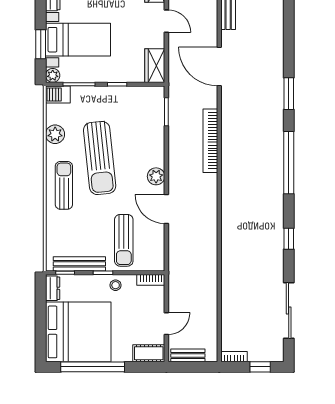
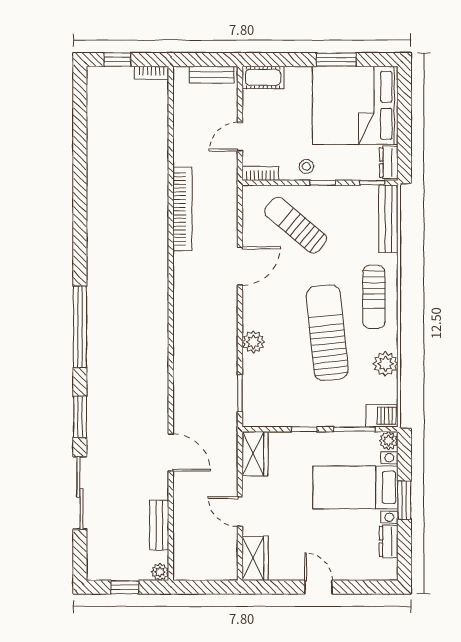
window: (41, 44) -> (404, 500), moved
door: (219, 66) -> (171, 452), width x0.73
bookcase: (210, 141) -> (182, 209), moved
plant: (156, 176) -> (253, 342), moved
door: (166, 209) -> (240, 266), hinge flipped
window: (289, 239) -> (80, 227), removed
sun lounger: (124, 240) -> (296, 225), turned -50
bench: (79, 264) -> (388, 219), moved, turned 90
sliding door: (289, 311) -> (80, 493), moved
door: (166, 324) -> (240, 137), moved
window: (93, 367) -> (336, 60), width x0.47

